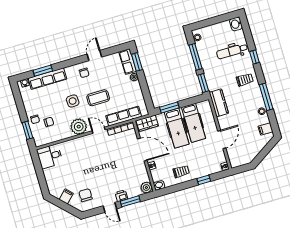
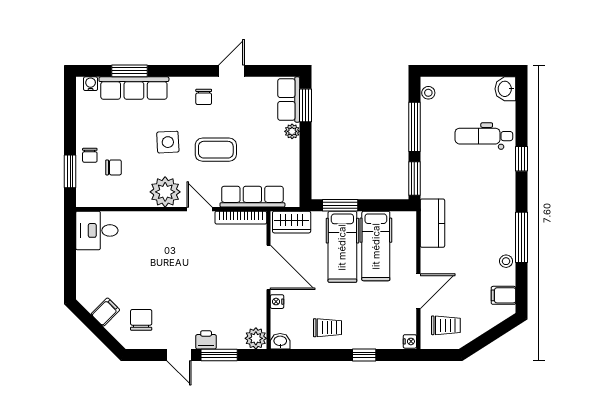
trolley: (245, 80) -> (446, 325), moved

